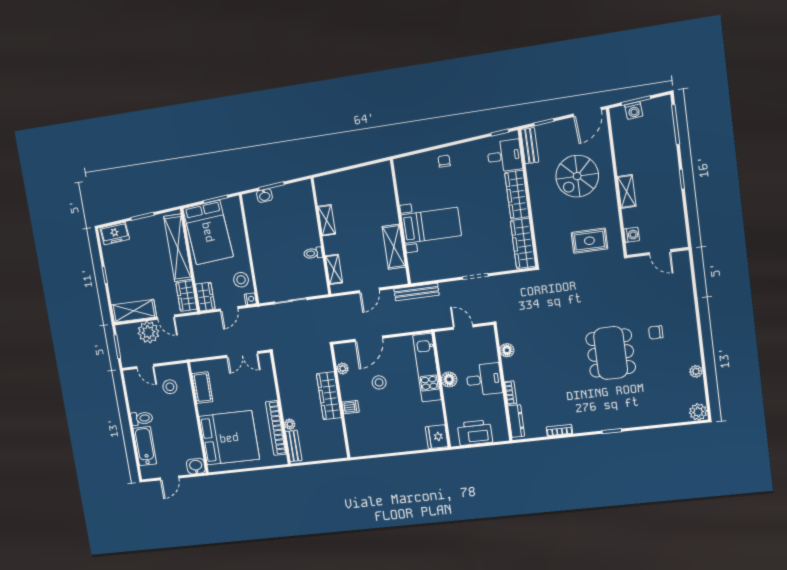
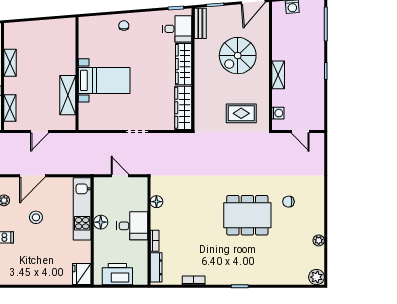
bench: (416, 292) -> (82, 139), removed
dining table: (611, 353) -> (247, 215), turned 90

